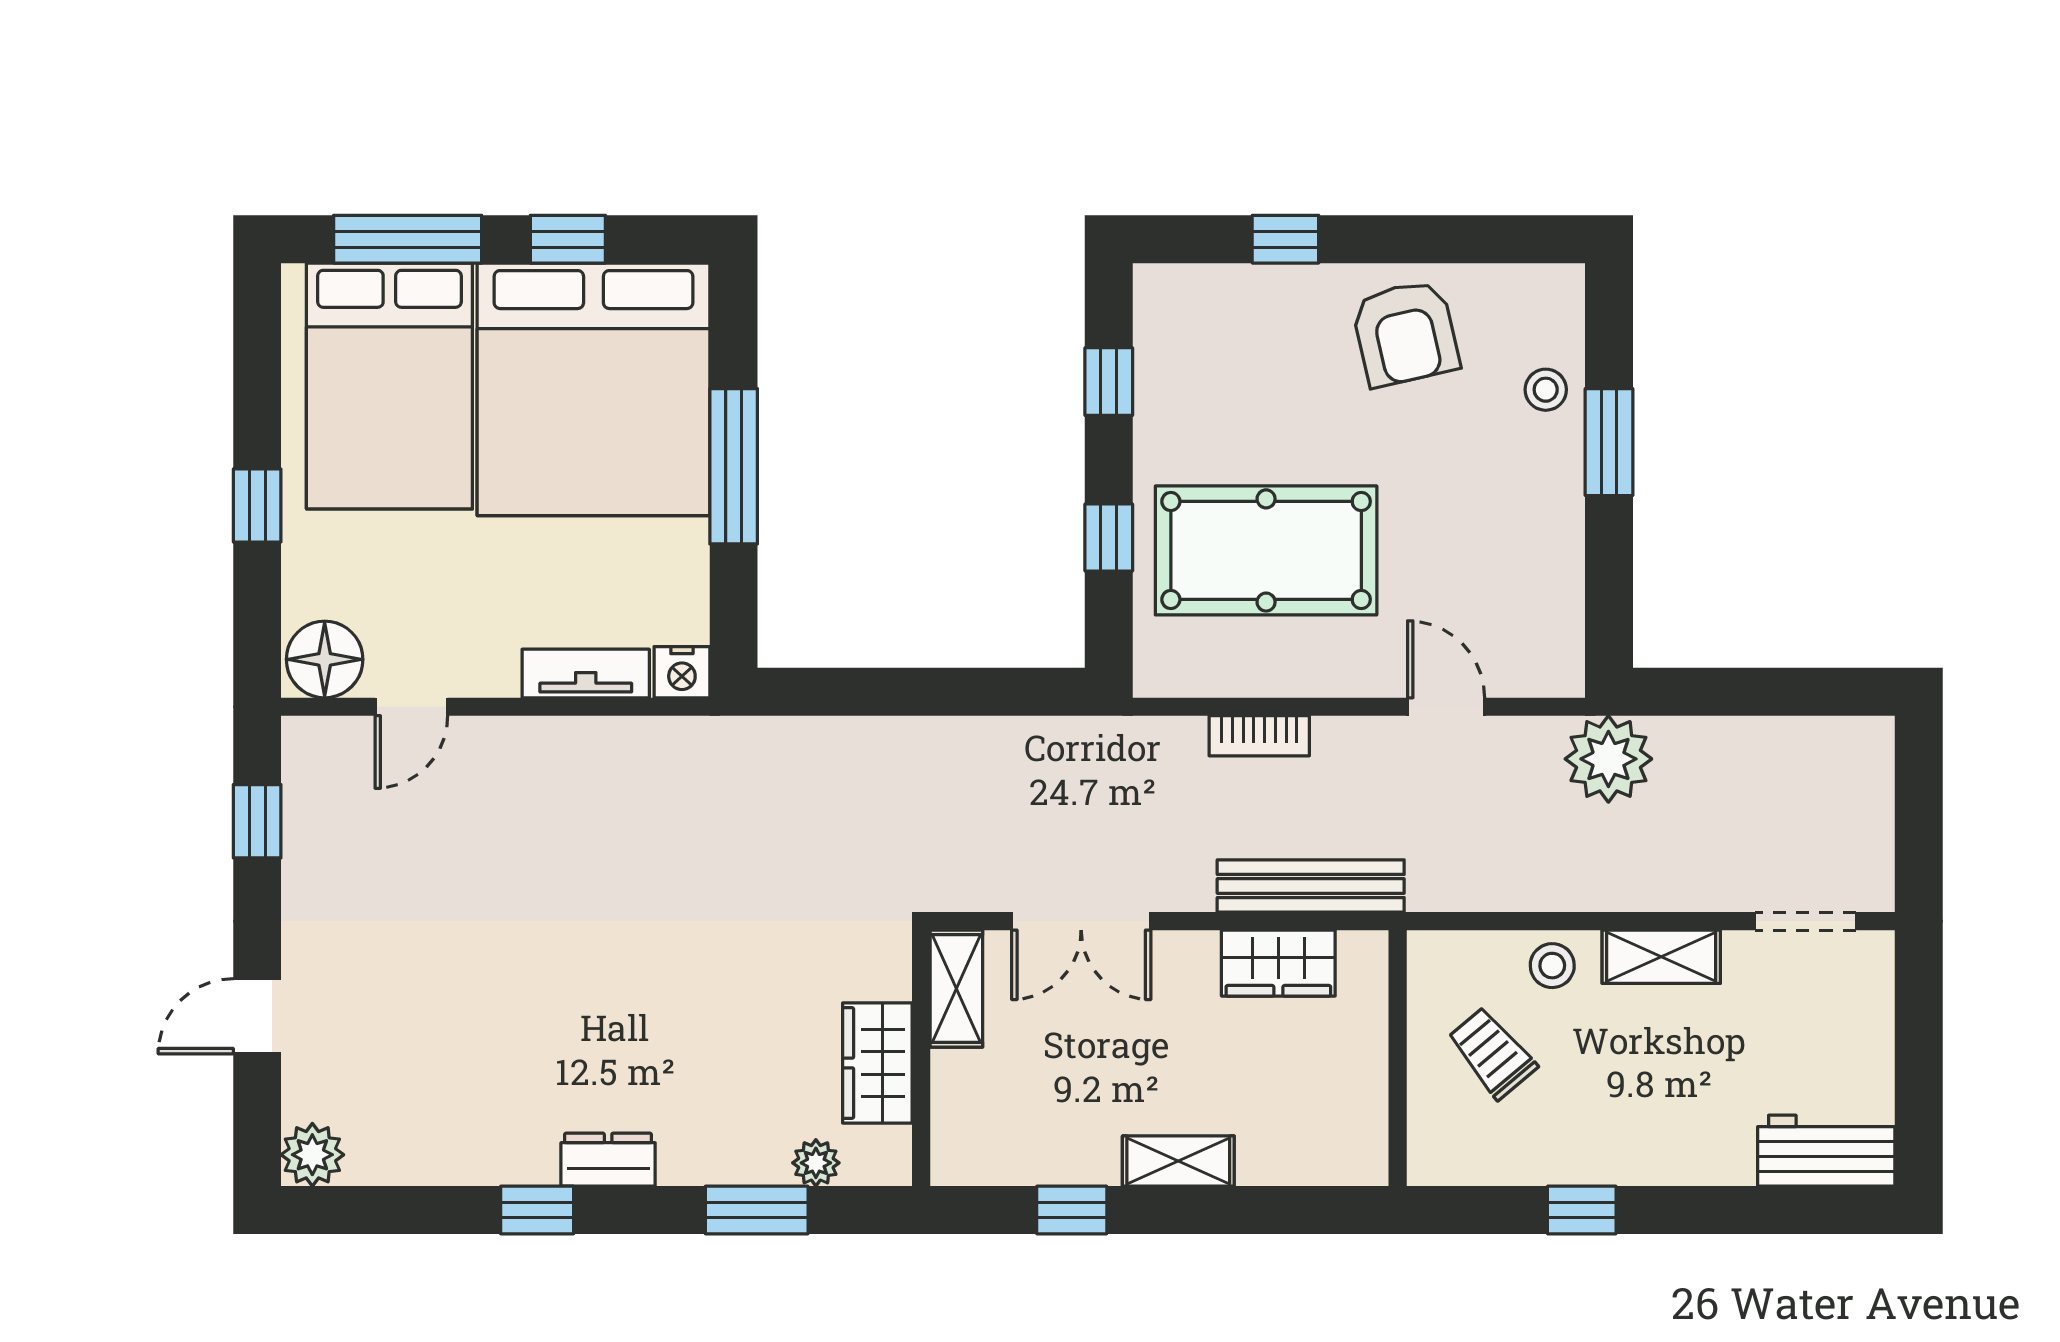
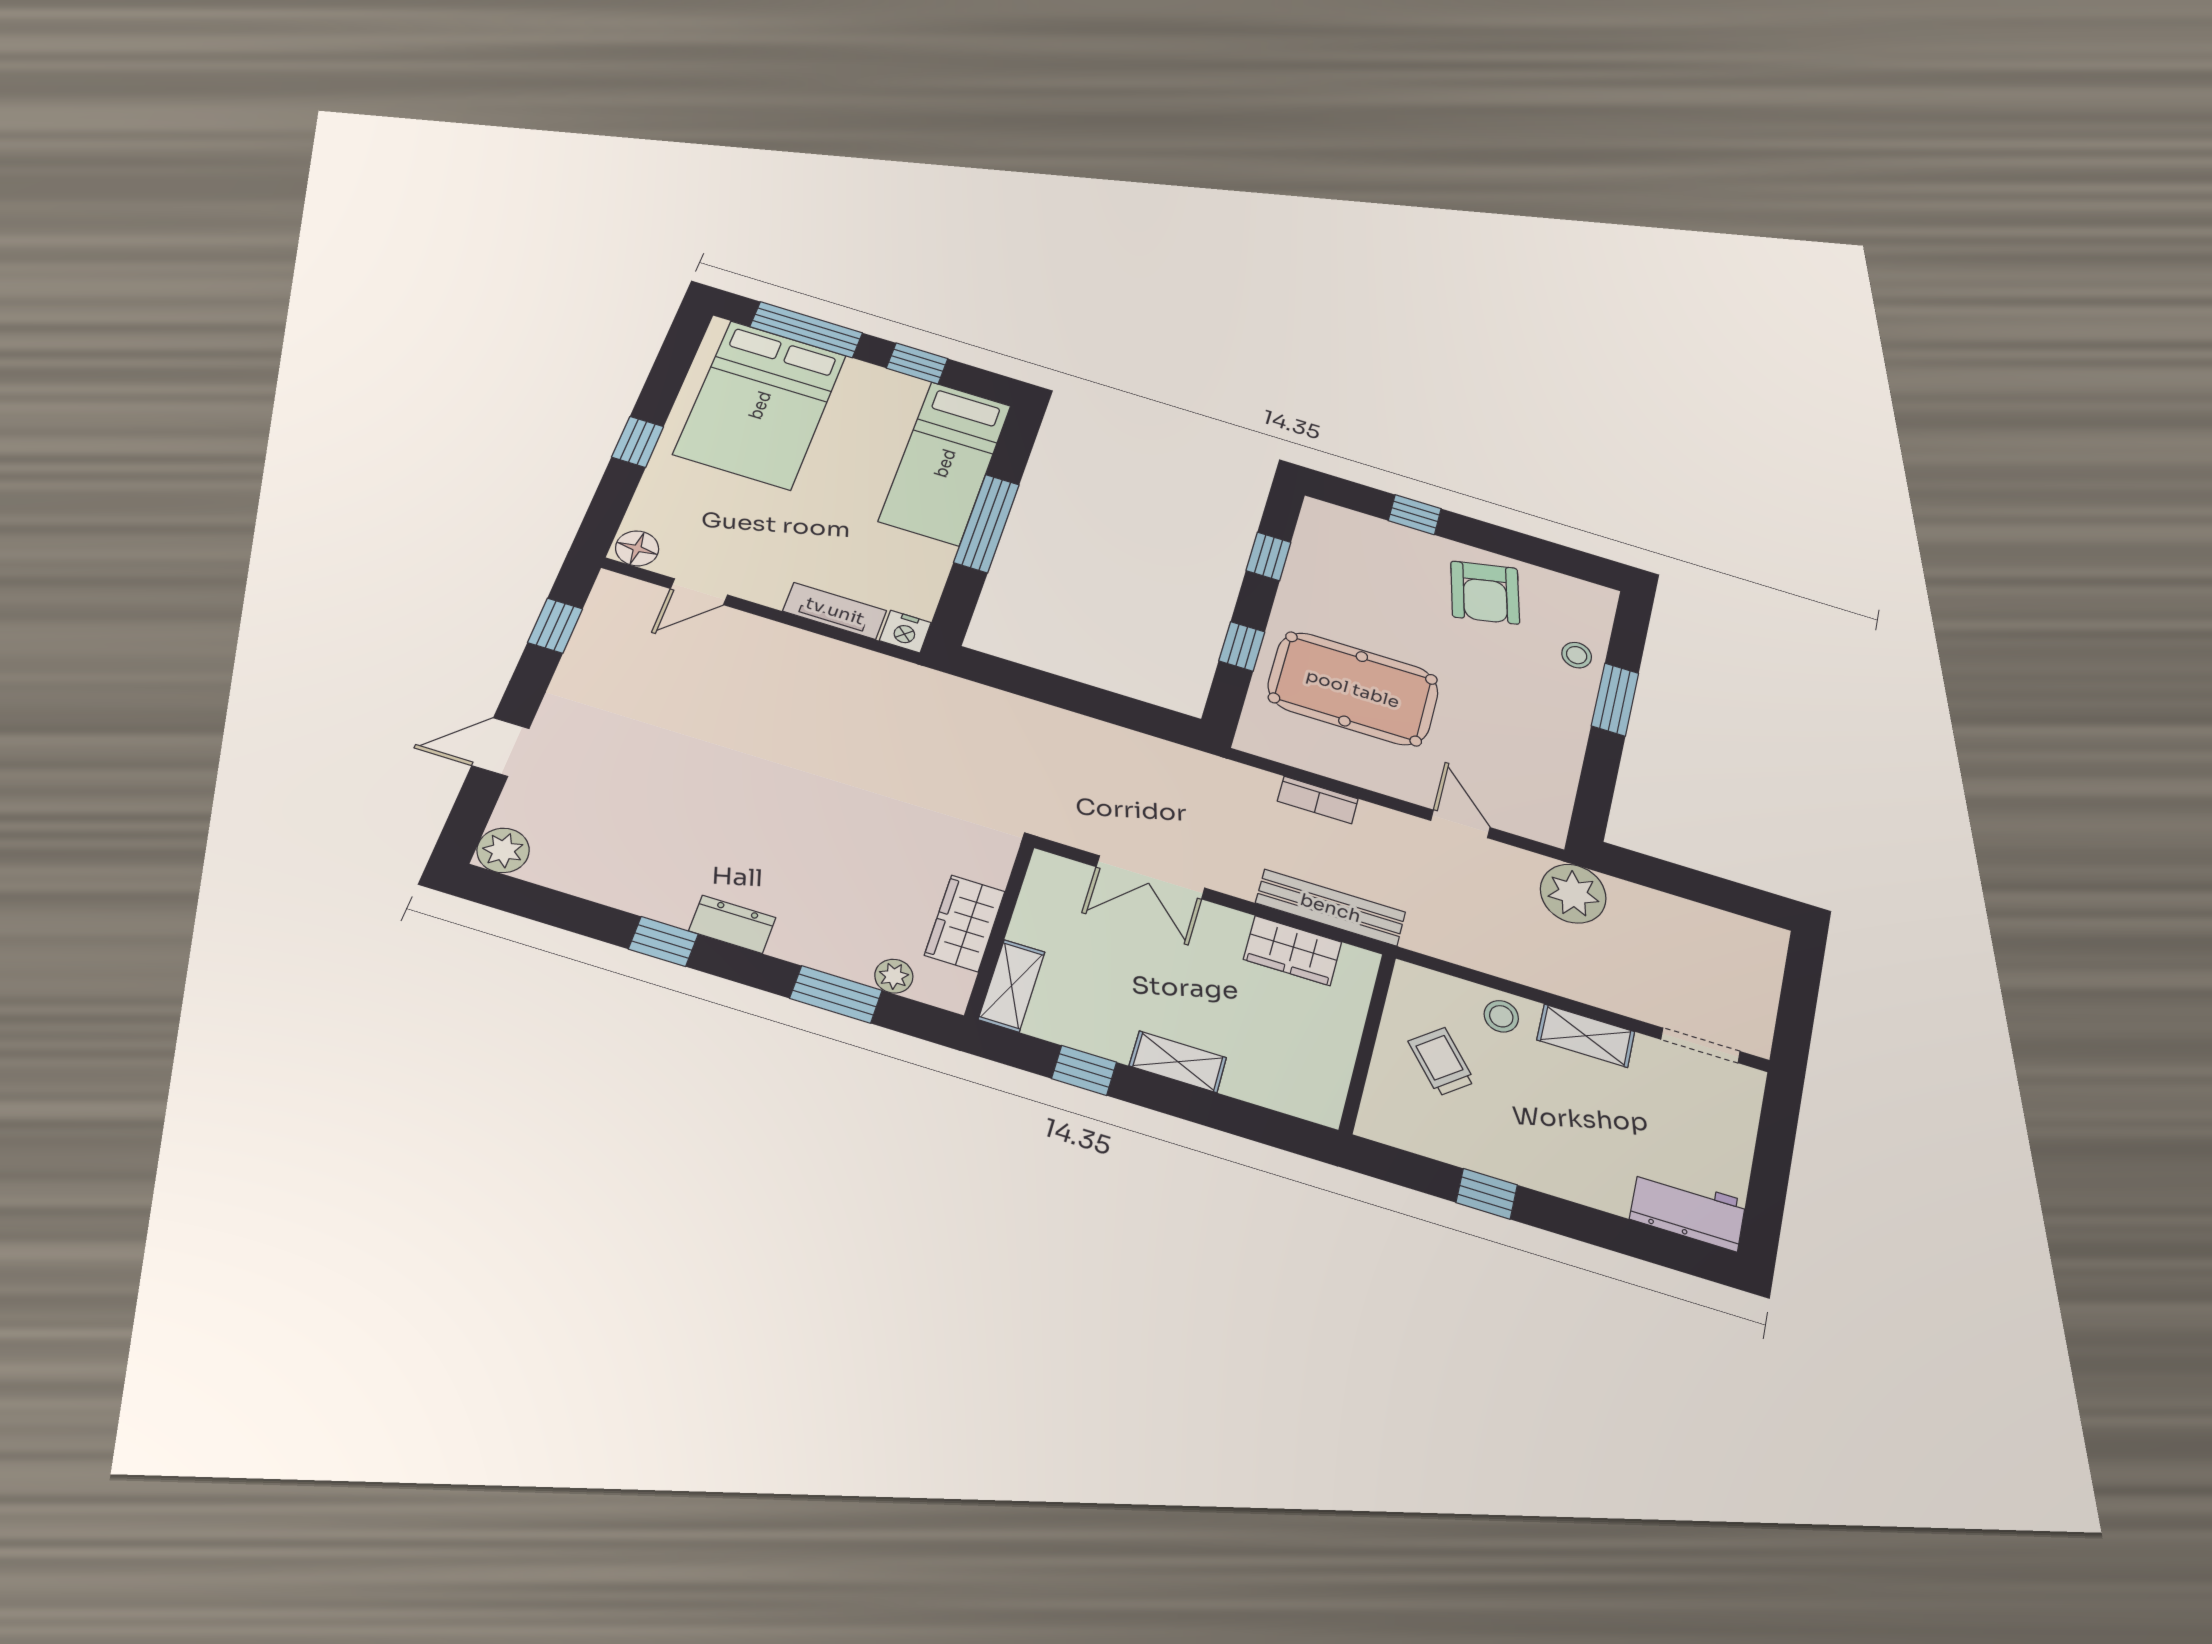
bed: (593, 389) -> (945, 463), width x0.49
floor lamp: (325, 659) -> (637, 548), width x0.73, depth x0.73
shelving: (956, 989) -> (1012, 986), moved

